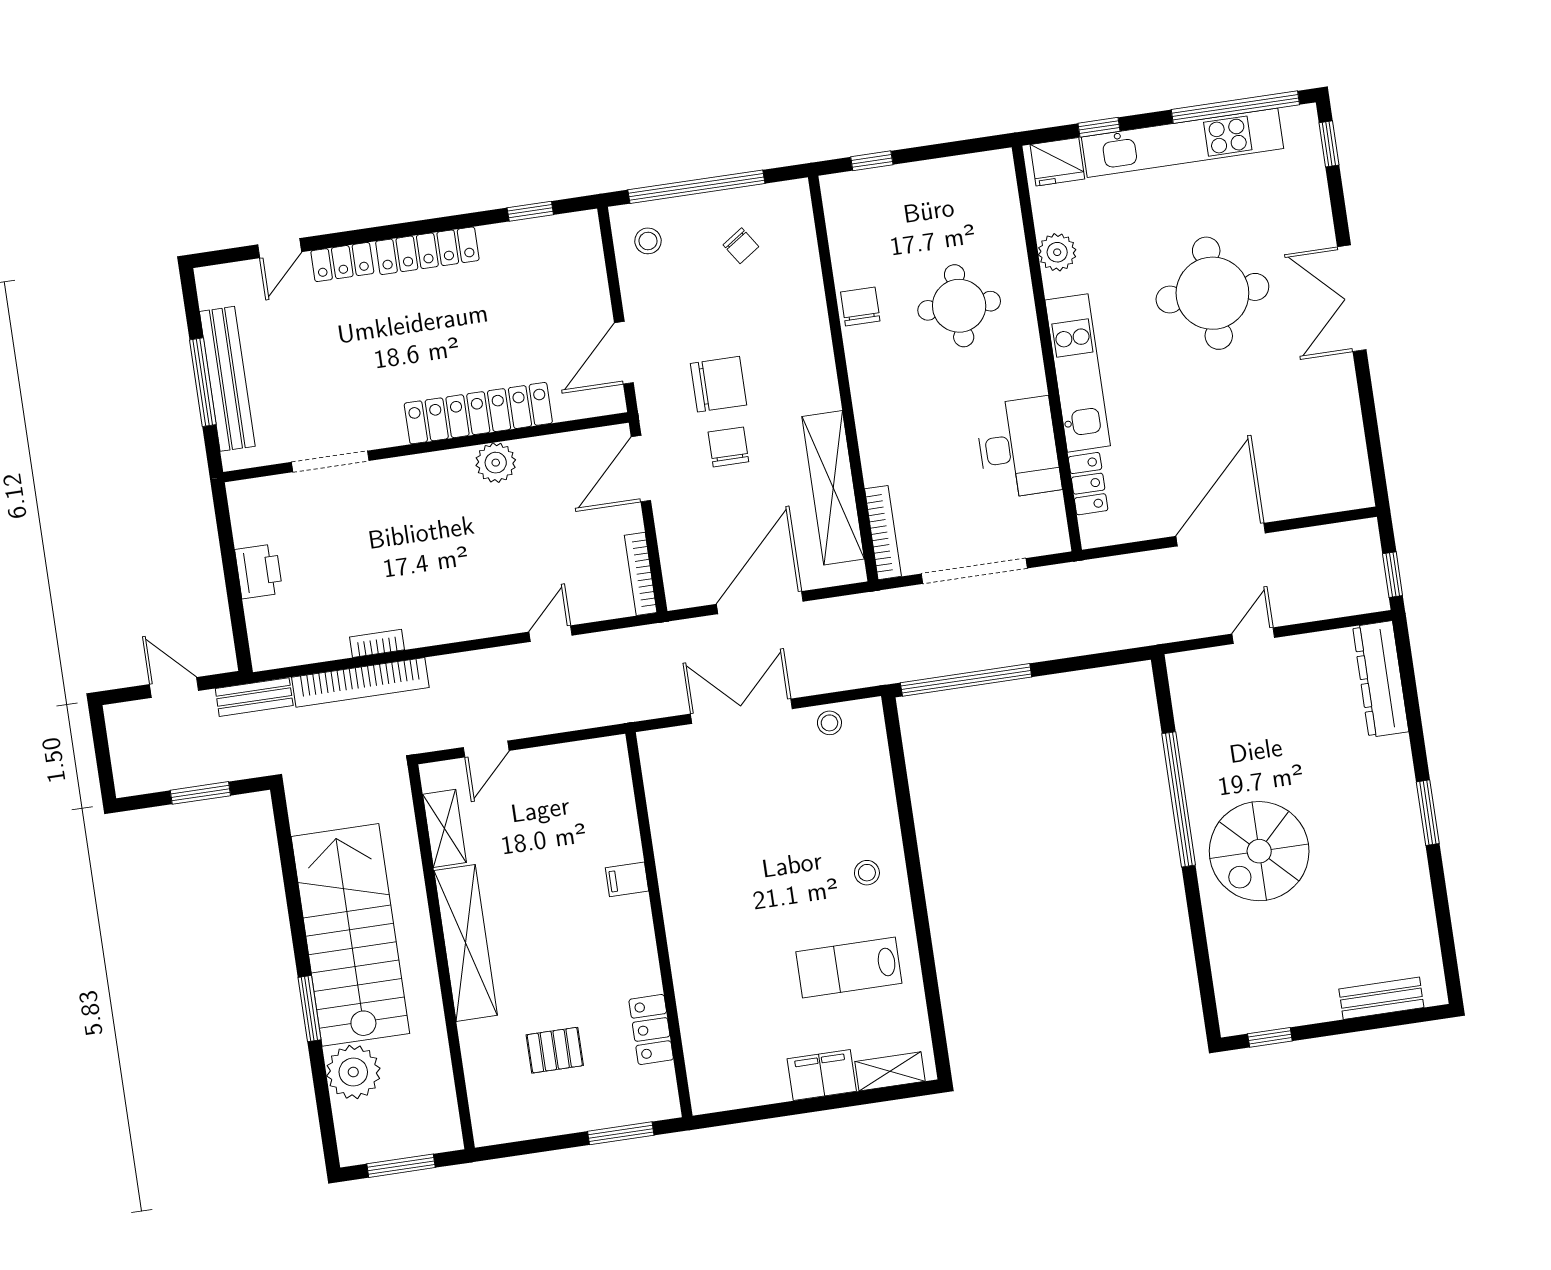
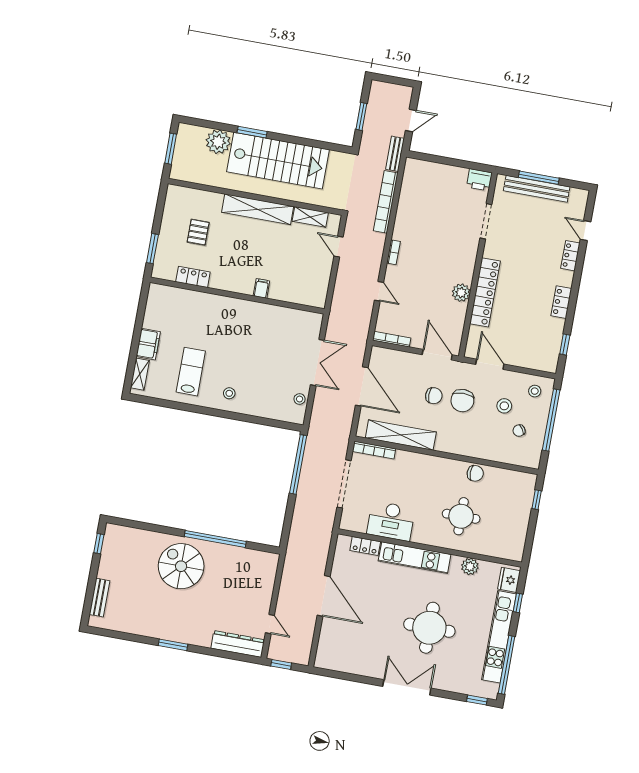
locker: (427, 251) -> (561, 302), width x0.66
stool: (700, 294) -> (504, 406), added
printer: (259, 571) -> (479, 180), moved
door: (1253, 636) -> (270, 624), moved
bookcase: (377, 643) -> (393, 252), moved

